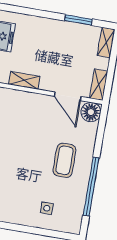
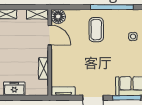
door: (68, 96) -> (50, 35), hinge flipped
coffee table: (64, 160) -> (96, 30), turned 90

